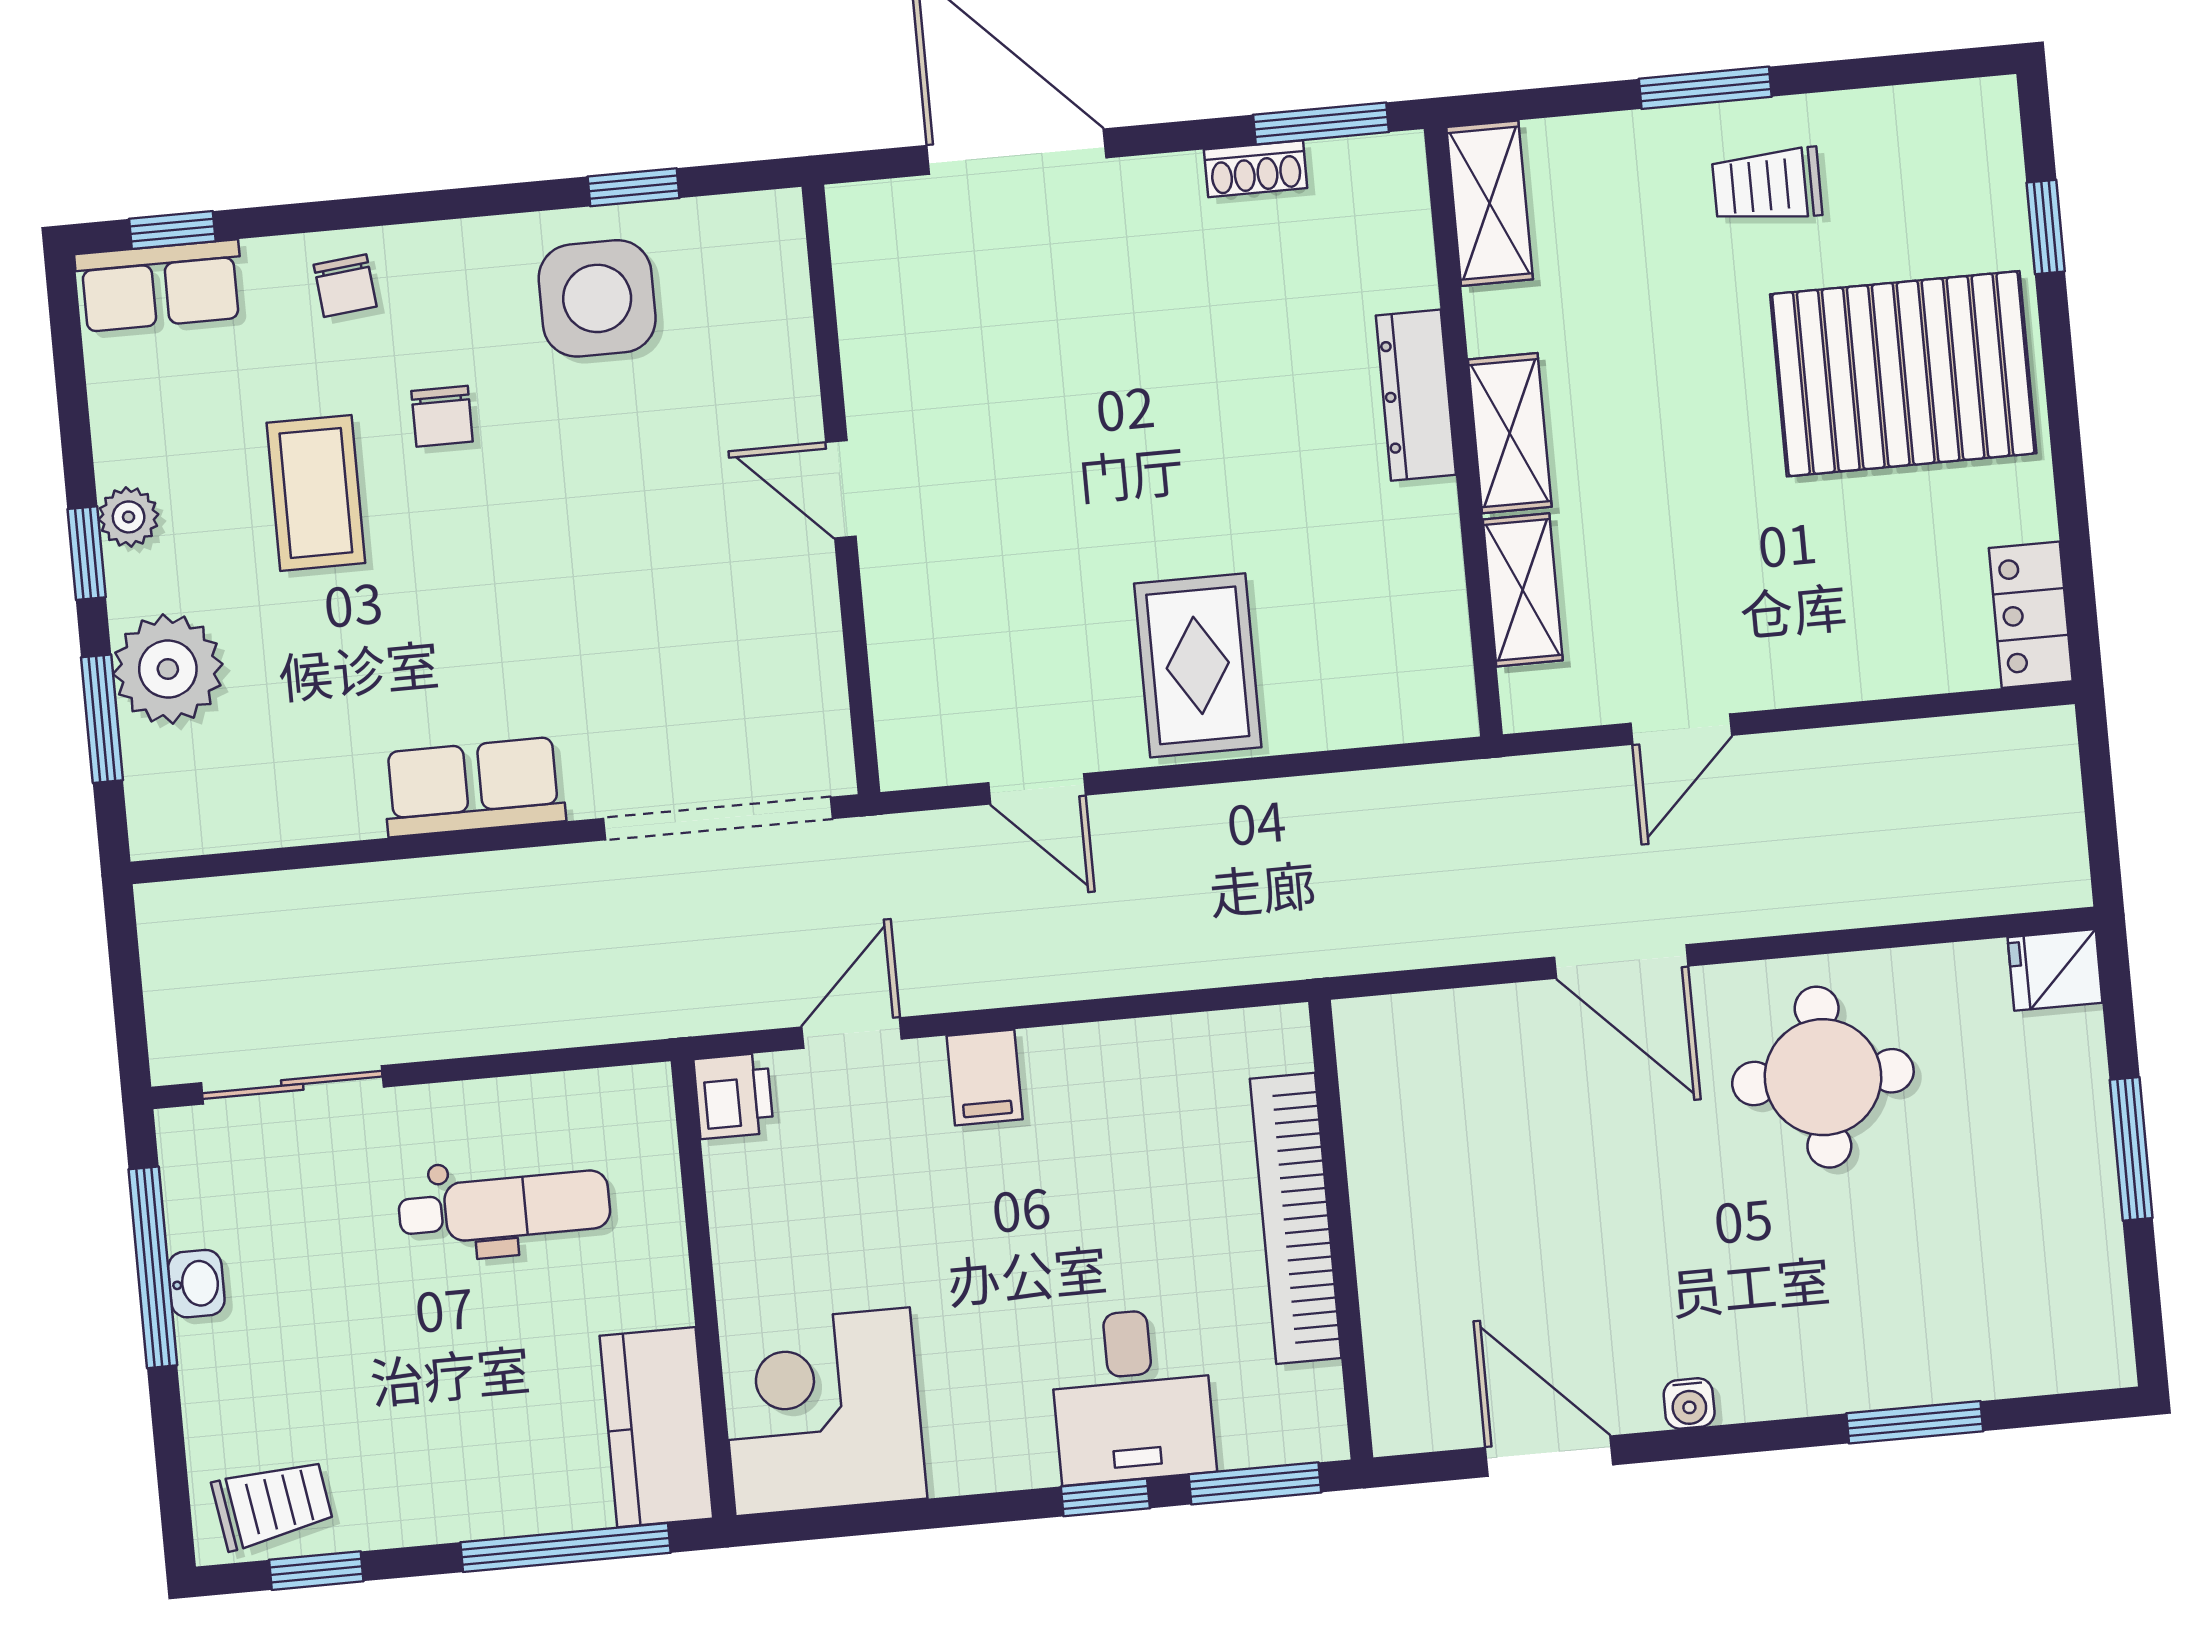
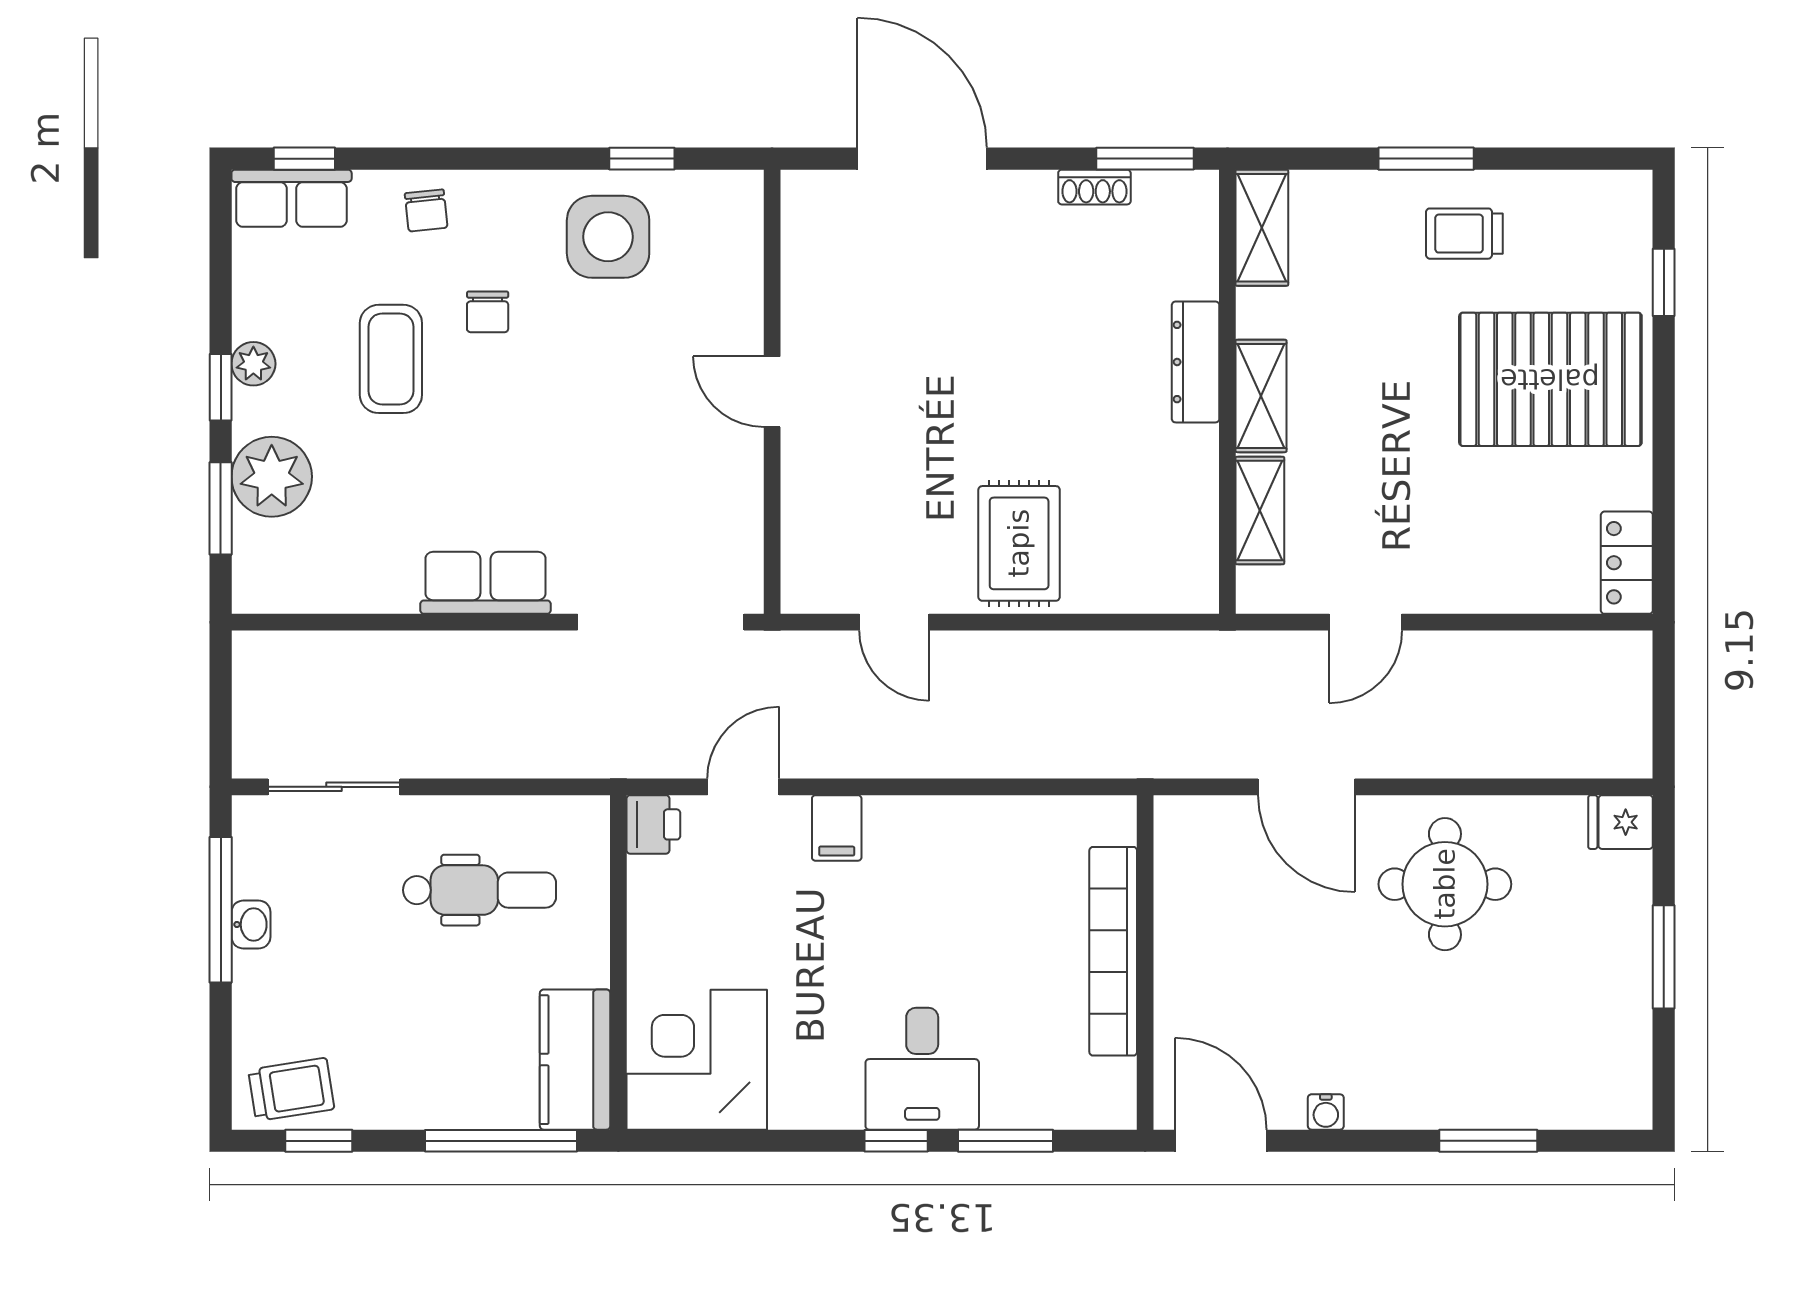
bookcase: (1296, 1218) -> (1113, 951), moved
wall: (1341, 1230) -> (1145, 962), moved

